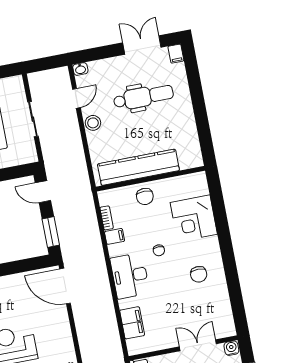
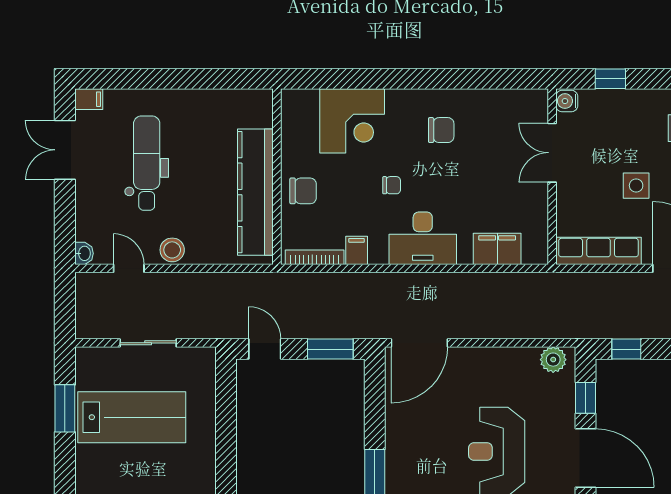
door: (43, 192) -> (265, 349), swing flipped
bookcase: (107, 218) -> (315, 257), width x1.56

